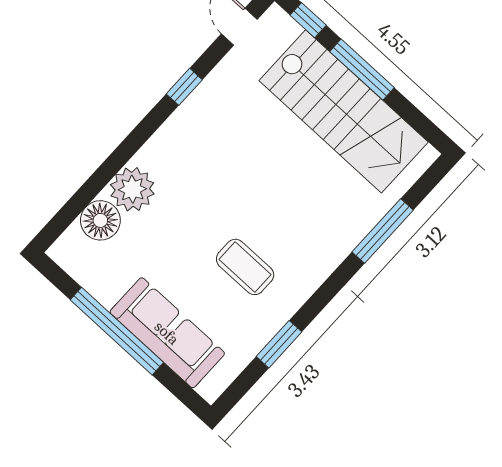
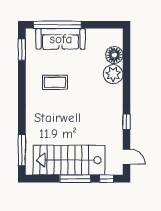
window: (383, 231) -> (22, 150), moved
window: (117, 331) -> (57, 25), moved
window: (279, 344) -> (22, 50), moved

